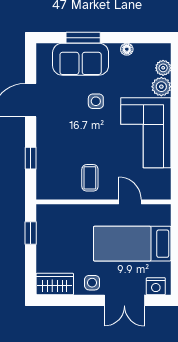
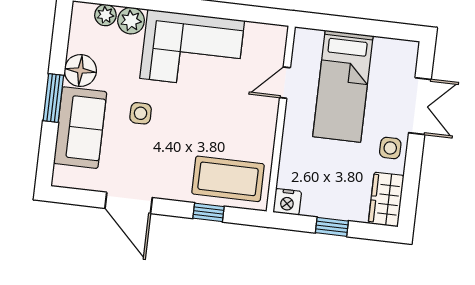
window: (83, 38) -> (53, 98), moved
floor lamp: (127, 49) -> (80, 71), width x1.89, depth x1.89
coffee table: (90, 178) -> (228, 179), moved, width x1.86, depth x1.72
window: (31, 233) -> (332, 227), moved
nightstand: (156, 286) -> (287, 202), moved, turned 90

